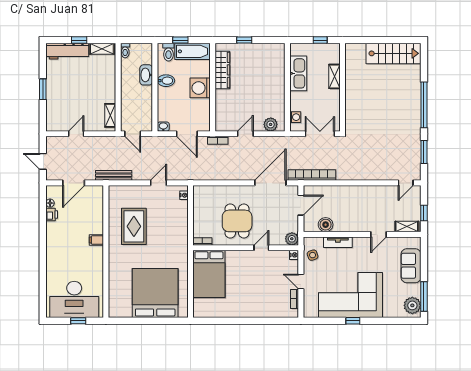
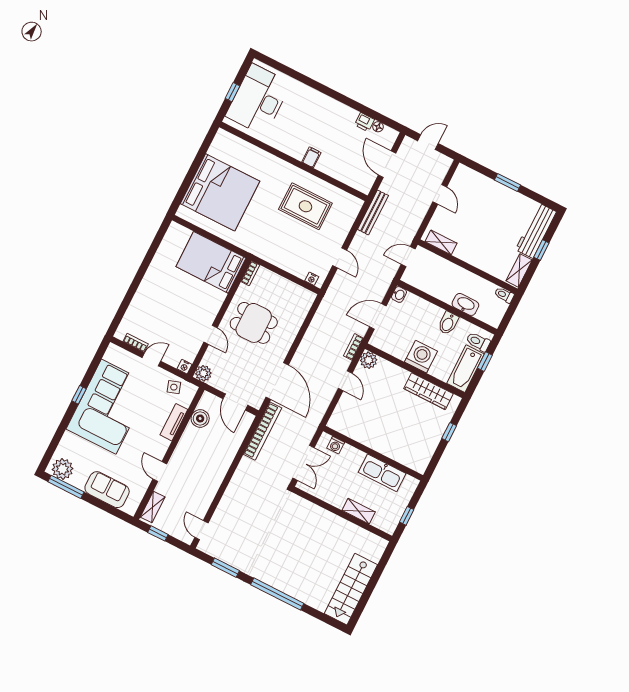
plant: (271, 124) -> (369, 360), moved

